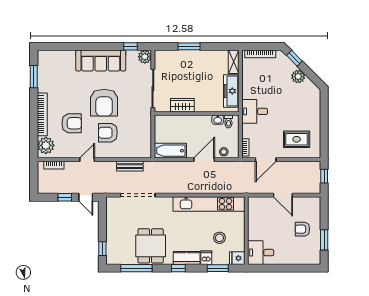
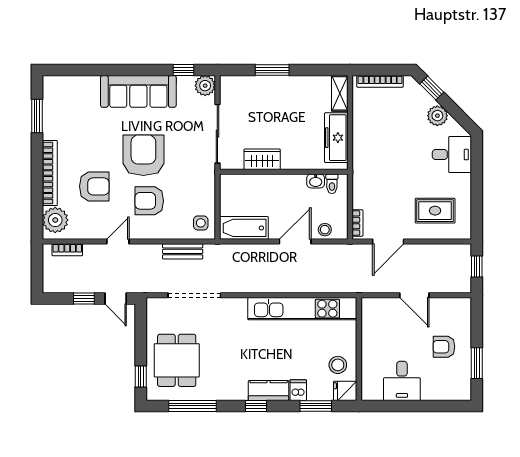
armchair: (104, 103) -> (143, 155), turned 180
desk: (255, 111) -> (452, 155), moved, turned 180
side table: (142, 147) -> (201, 223), added
stool: (219, 238) -> (338, 365), moved
dining table: (151, 246) -> (177, 360), moved
desk: (261, 253) -> (402, 381), moved, turned -90

